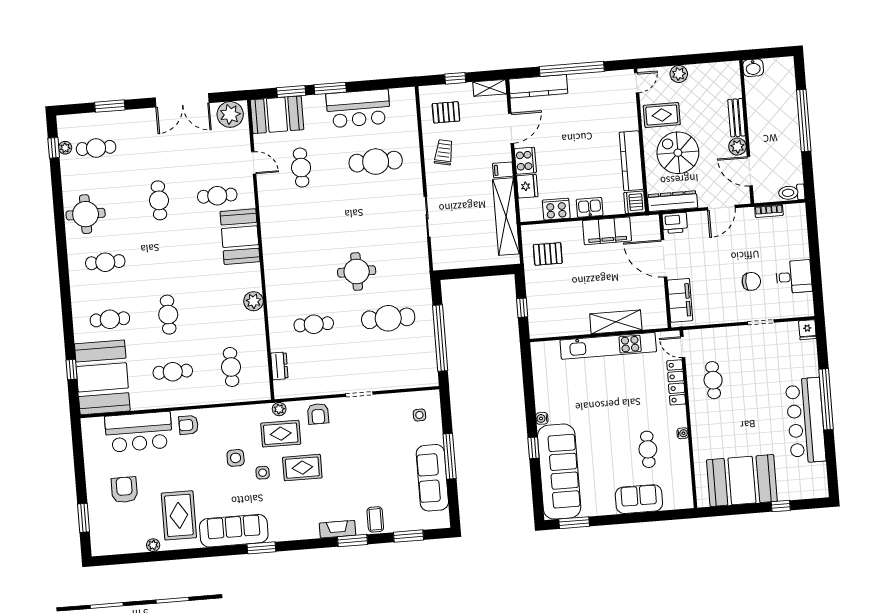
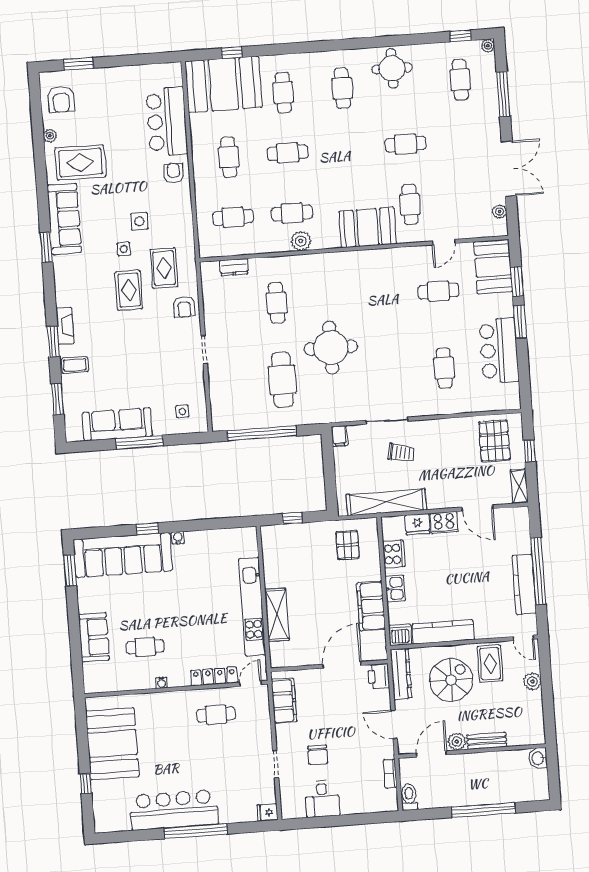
kitchen counter: (538, 86) -> (524, 585), moved
double door: (182, 100) -> (509, 169), swing flipped
window: (110, 106) -> (503, 94), width x1.44
pallet: (446, 112) -> (494, 441), width x1.50, depth x1.42
plant: (230, 114) -> (500, 212), width x0.53, depth x0.53
plant: (65, 148) -> (488, 46), moved
trolley: (444, 152) -> (401, 453), moved
cafe table: (376, 162) -> (444, 368), width x0.73, depth x0.74
filing cabinet: (503, 170) -> (339, 436), moved, turned 180
round table: (357, 271) -> (331, 348), width x1.36, depth x1.36
filing cabinet: (680, 300) -> (284, 701), moved, turned -90
cafe table: (226, 310) -> (292, 213), added
plant: (279, 409) -> (189, 267), removed
armchair: (318, 414) -> (184, 307), turned -90
armchair: (124, 490) -> (61, 99), moved, turned 90

